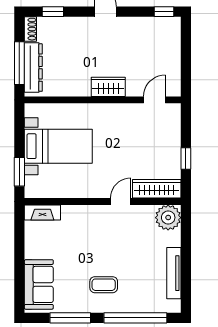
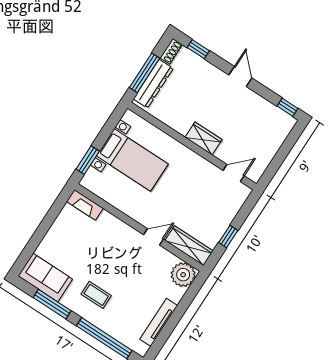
sofa: (39, 284) -> (45, 278), moved, turned -90

